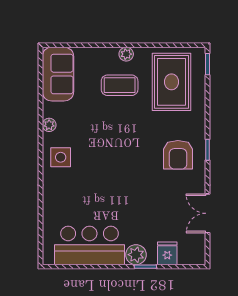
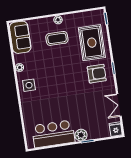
rug: (171, 82) -> (92, 43), moved
armchair: (178, 155) -> (97, 74), turned -90
fridge: (167, 253) -> (116, 129), moved

